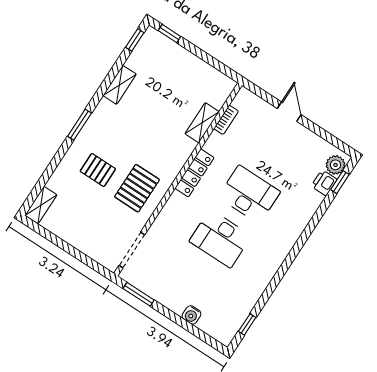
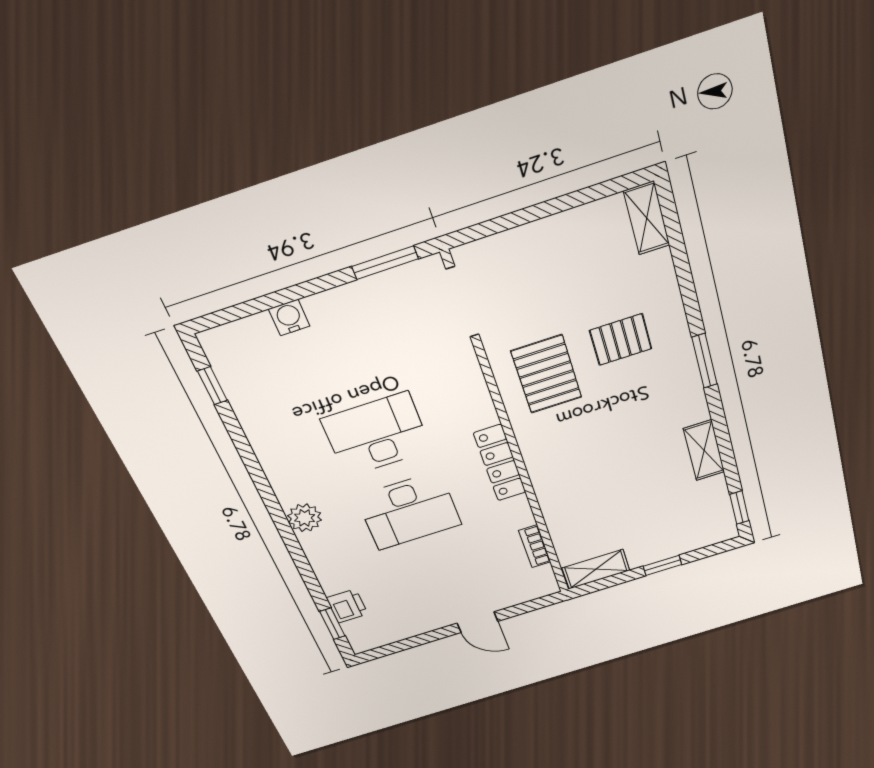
window: (169, 34) -> (662, 565), moved
shelving: (202, 123) -> (596, 569), moved, turned 90
plant: (335, 165) -> (305, 518), moved

